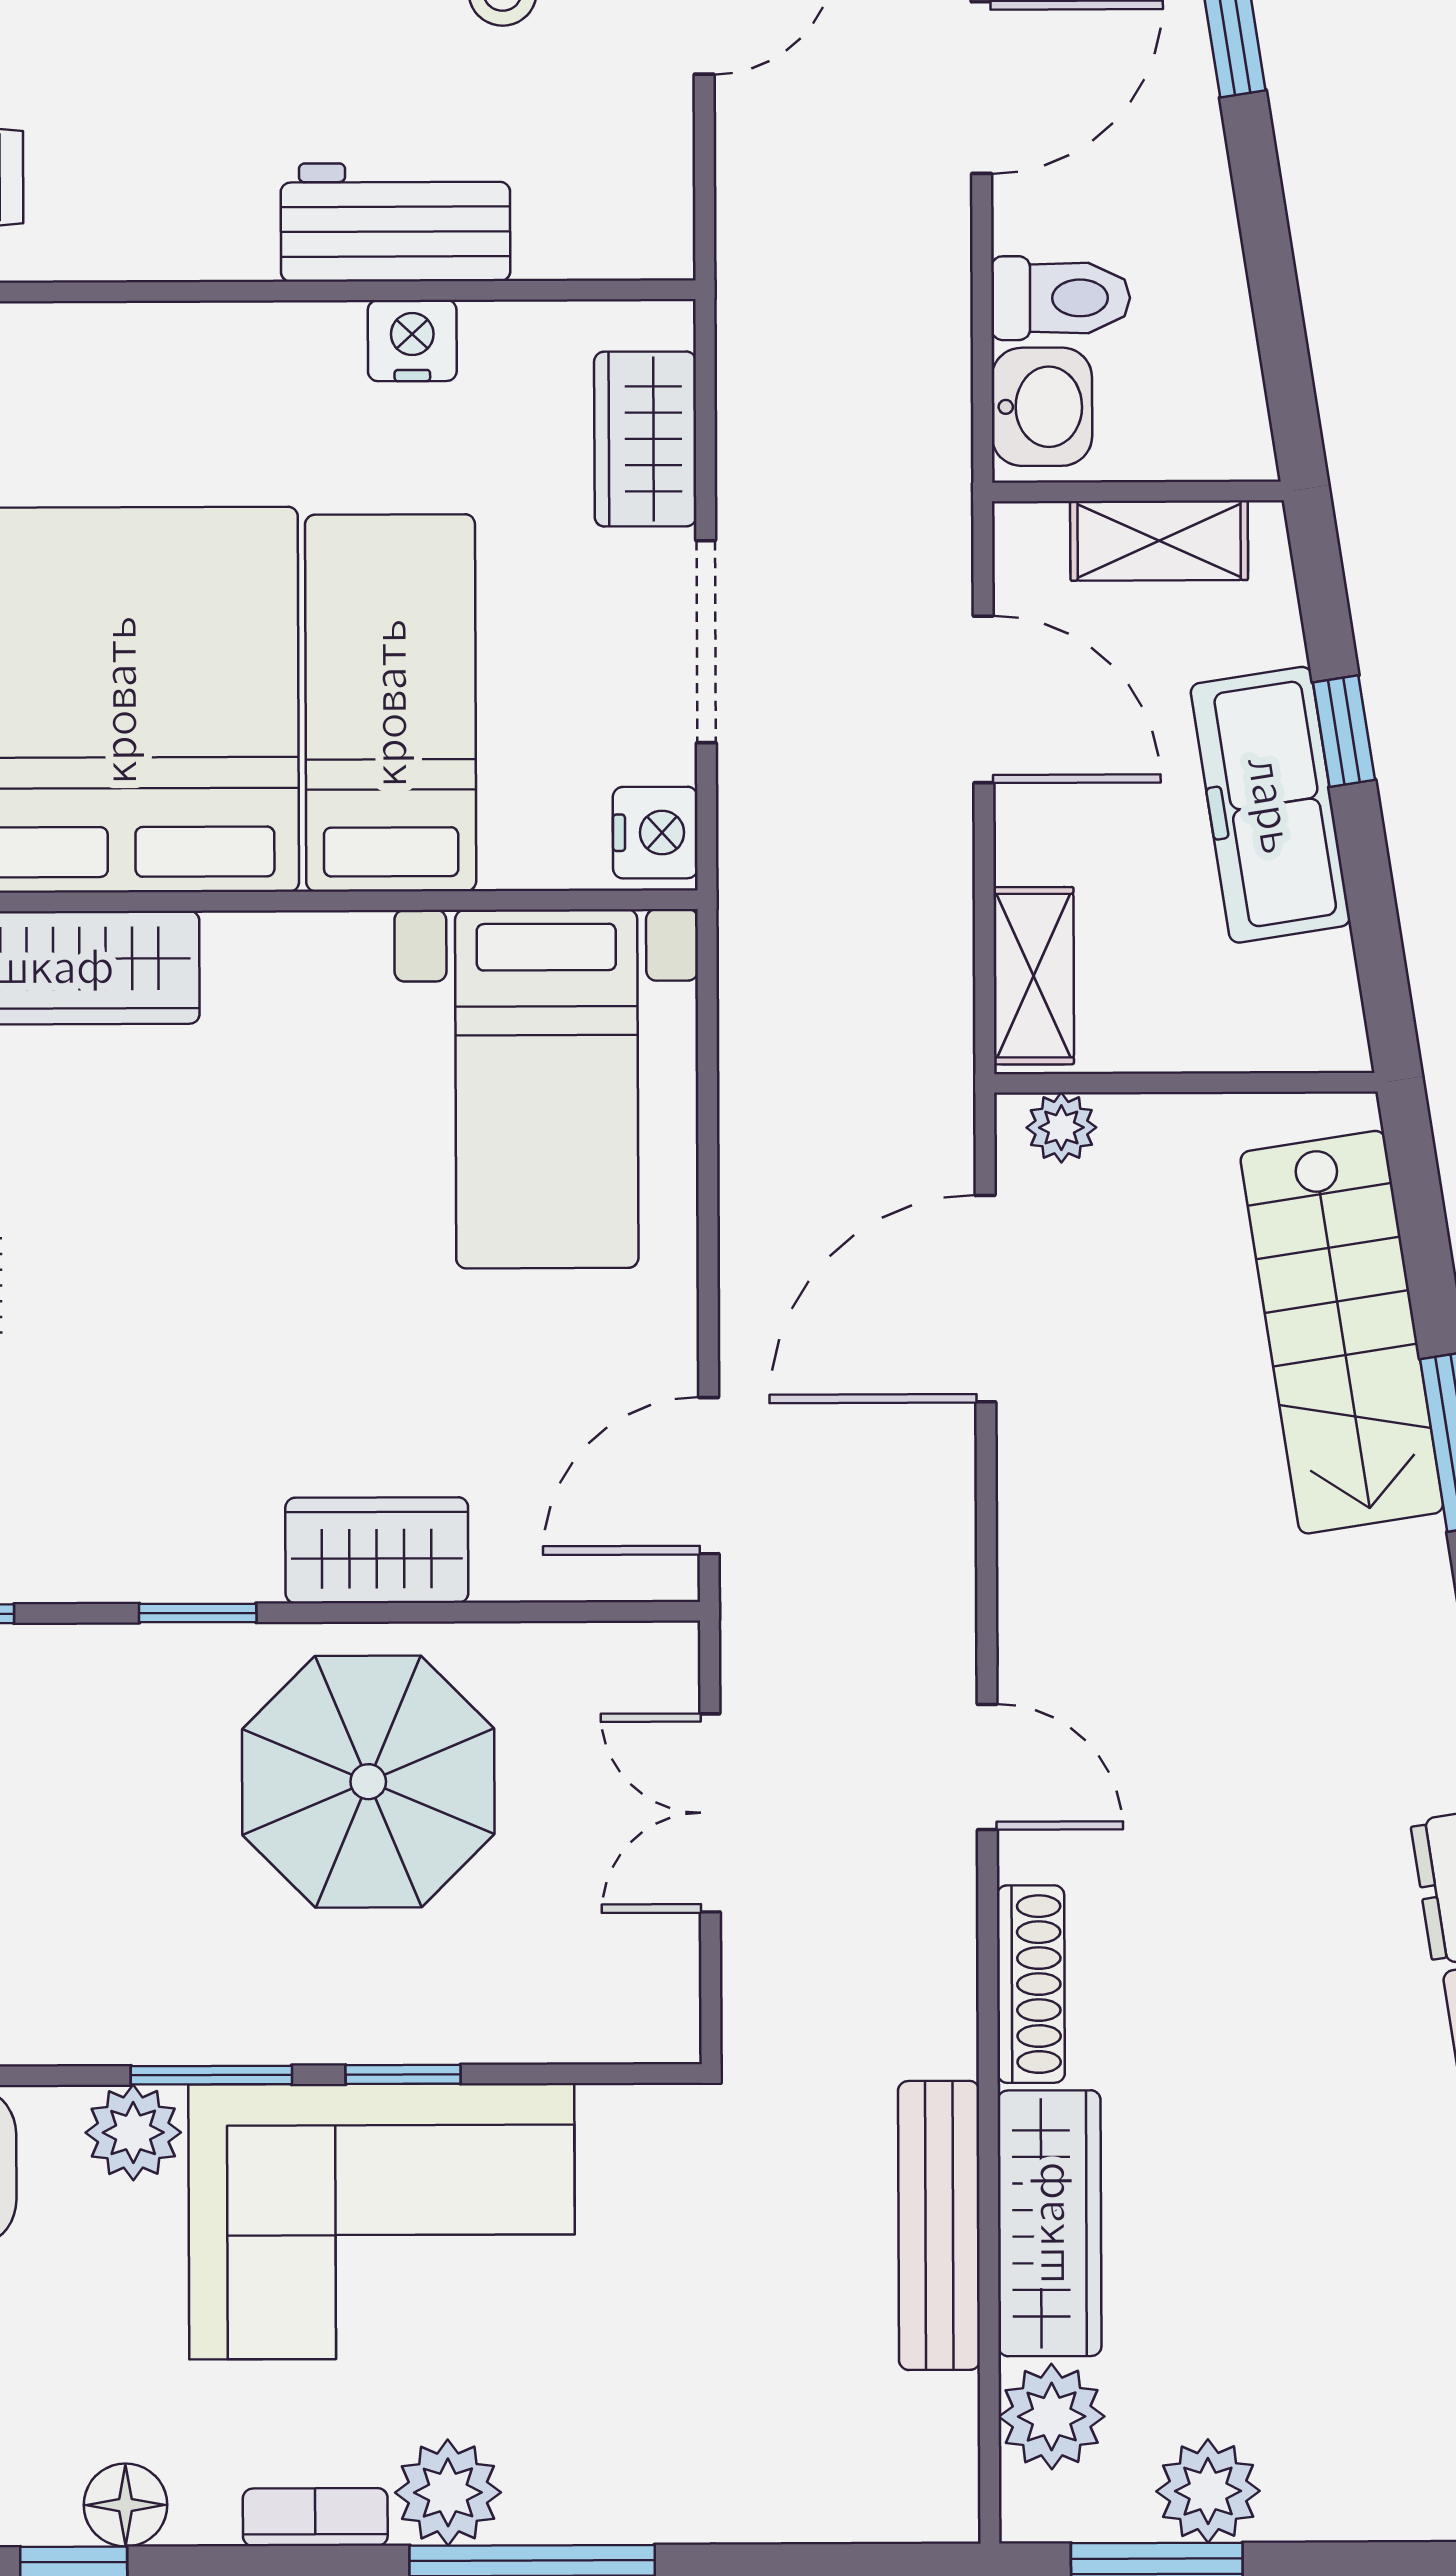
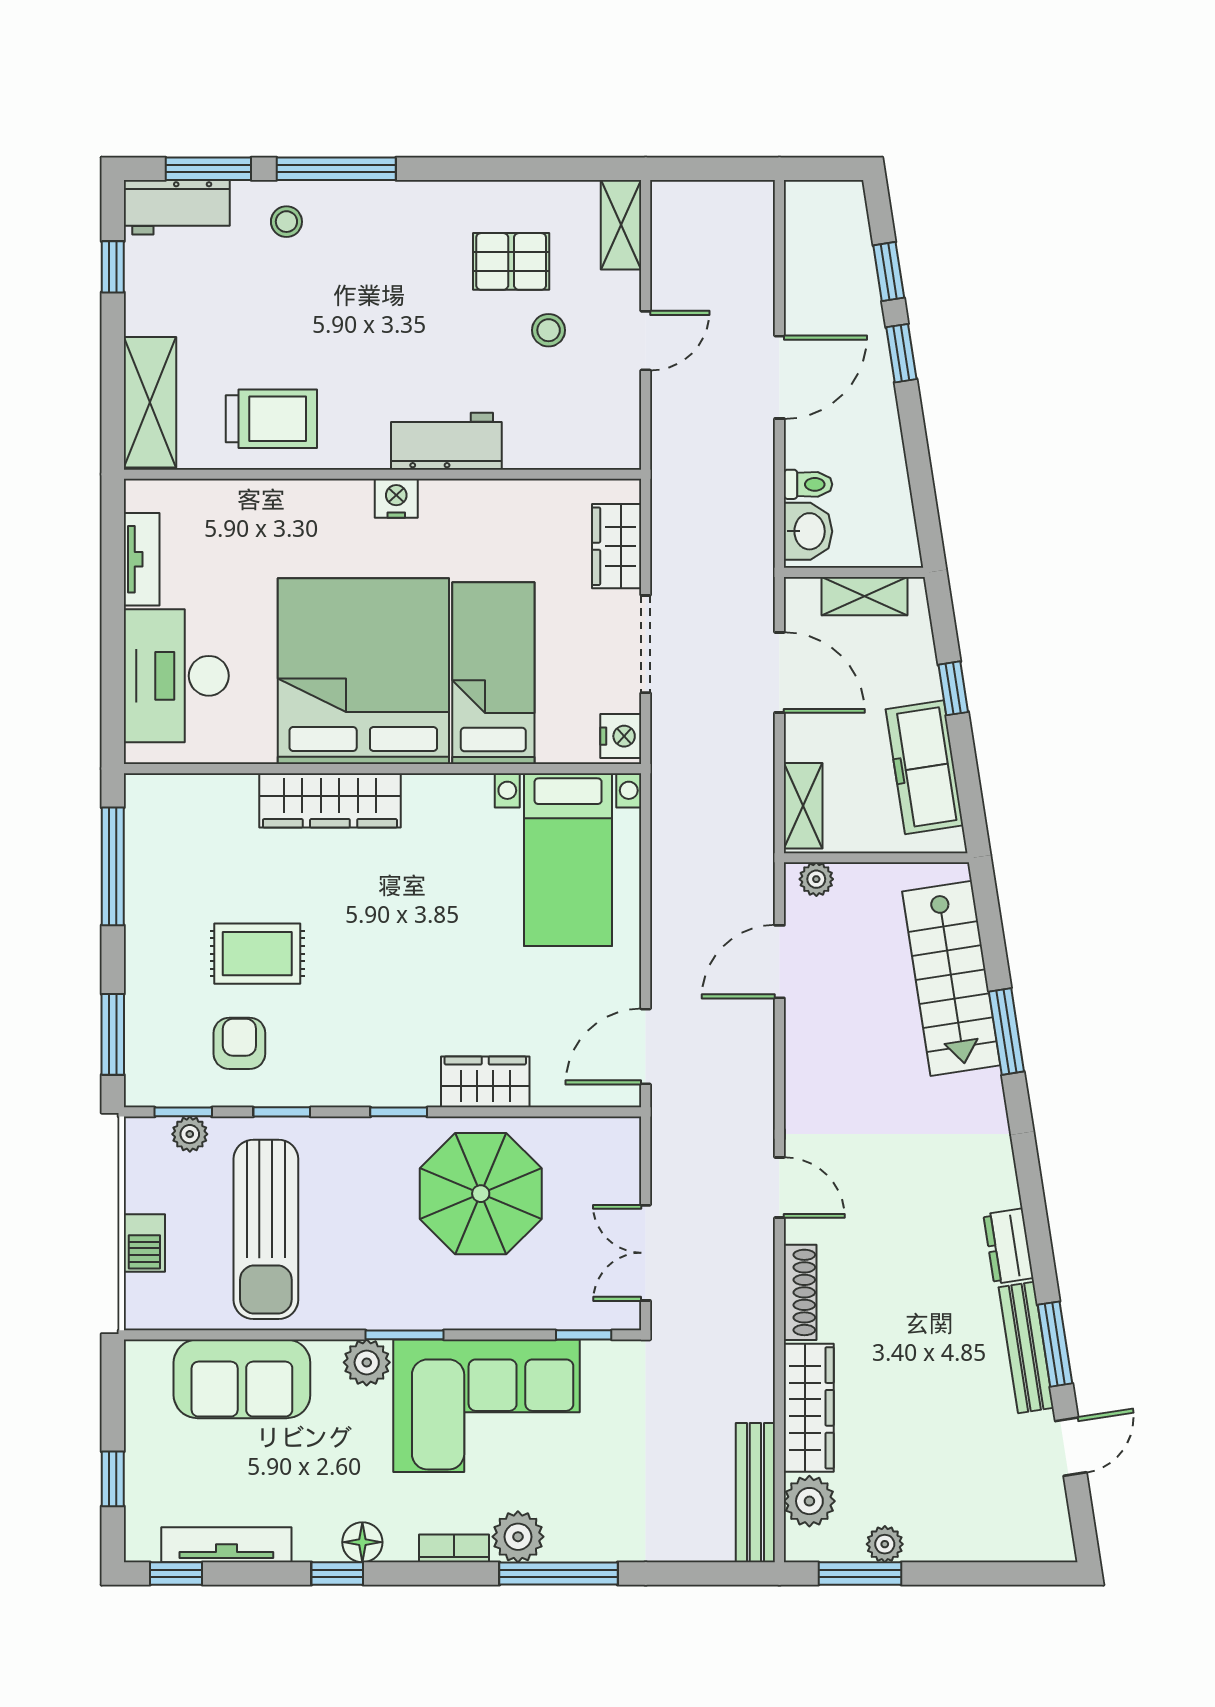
workbench: (395, 222) -> (446, 441), moved
toilet: (1061, 298) -> (808, 484), width x0.73, depth x0.72
nightstand: (412, 341) -> (396, 498), moved
freezer: (1270, 805) -> (924, 767), moved
door: (986, 1299) -> (779, 962), width x0.73
double door: (710, 1813) -> (646, 1253), moved
window: (403, 2074) -> (584, 1335), moved
bench: (939, 2225) -> (755, 1493), moved
plant: (1208, 2491) -> (885, 1544), width x0.73, depth x0.73

